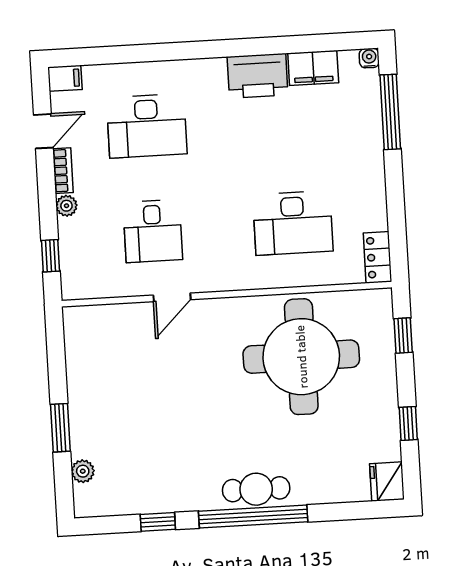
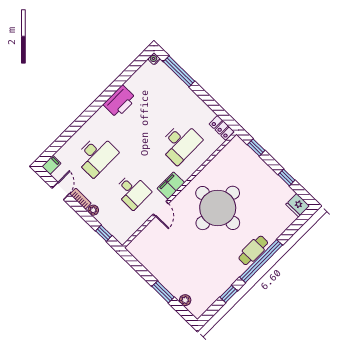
filing cabinet: (313, 68) -> (171, 186), moved, turned 180
round table: (301, 357) -> (218, 208), moved

